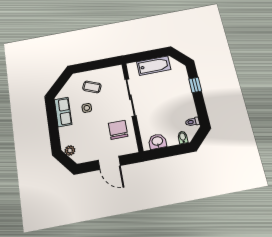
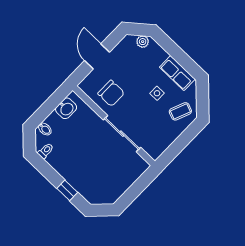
bathtub: (154, 66) -> (122, 183), removed
coffee table: (92, 87) -> (180, 111), moved
door: (109, 163) -> (97, 56), hinge flipped

